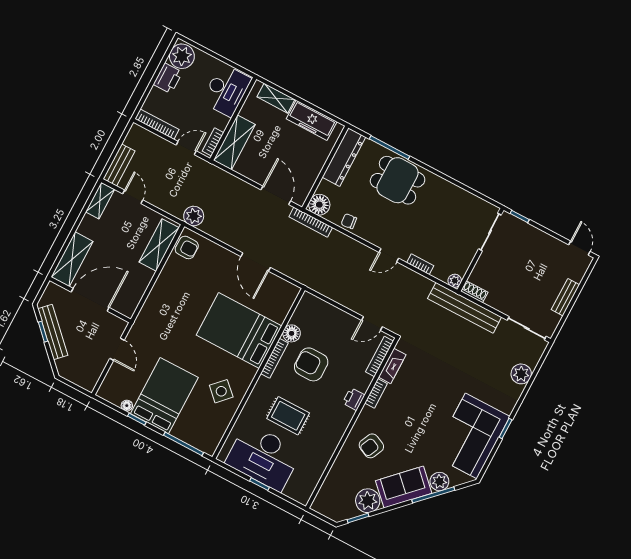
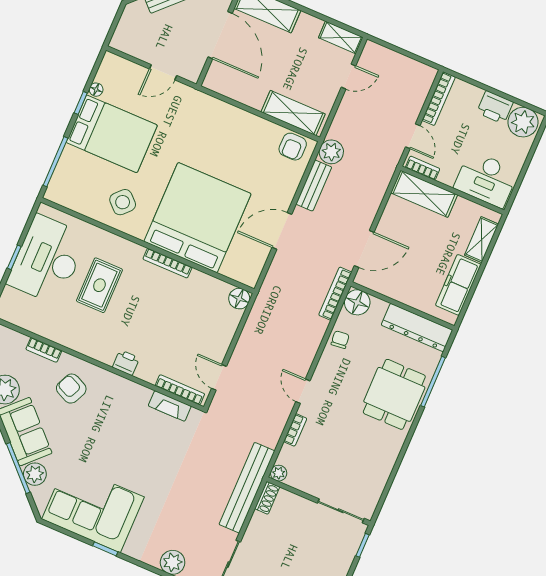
bench: (119, 165) -> (314, 186), moved, turned 90
bed: (239, 331) -> (198, 218), width x1.36
floor lamp: (292, 333) -> (239, 299), moved
armchair: (311, 364) -> (164, 308), removed
bookcase: (376, 393) -> (44, 350), moved

